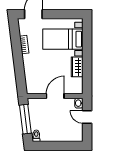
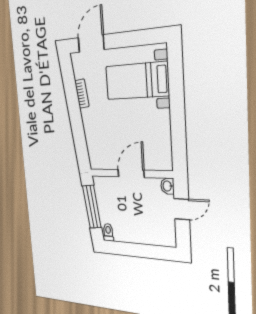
wardrobe: (77, 67) -> (162, 126), removed
door: (87, 117) -> (182, 209), swing flipped

